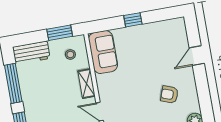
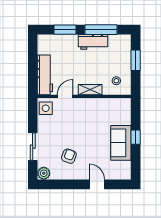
window: (60, 33) -> (136, 60), moved
sofa: (103, 52) -> (121, 143), moved, turned 90
workbench: (31, 53) -> (93, 42), moved, turned -90

